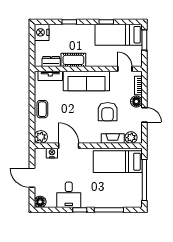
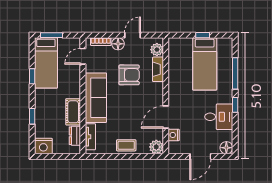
bed: (118, 162) -> (205, 64), moved
window: (144, 180) -> (203, 35), width x0.32

